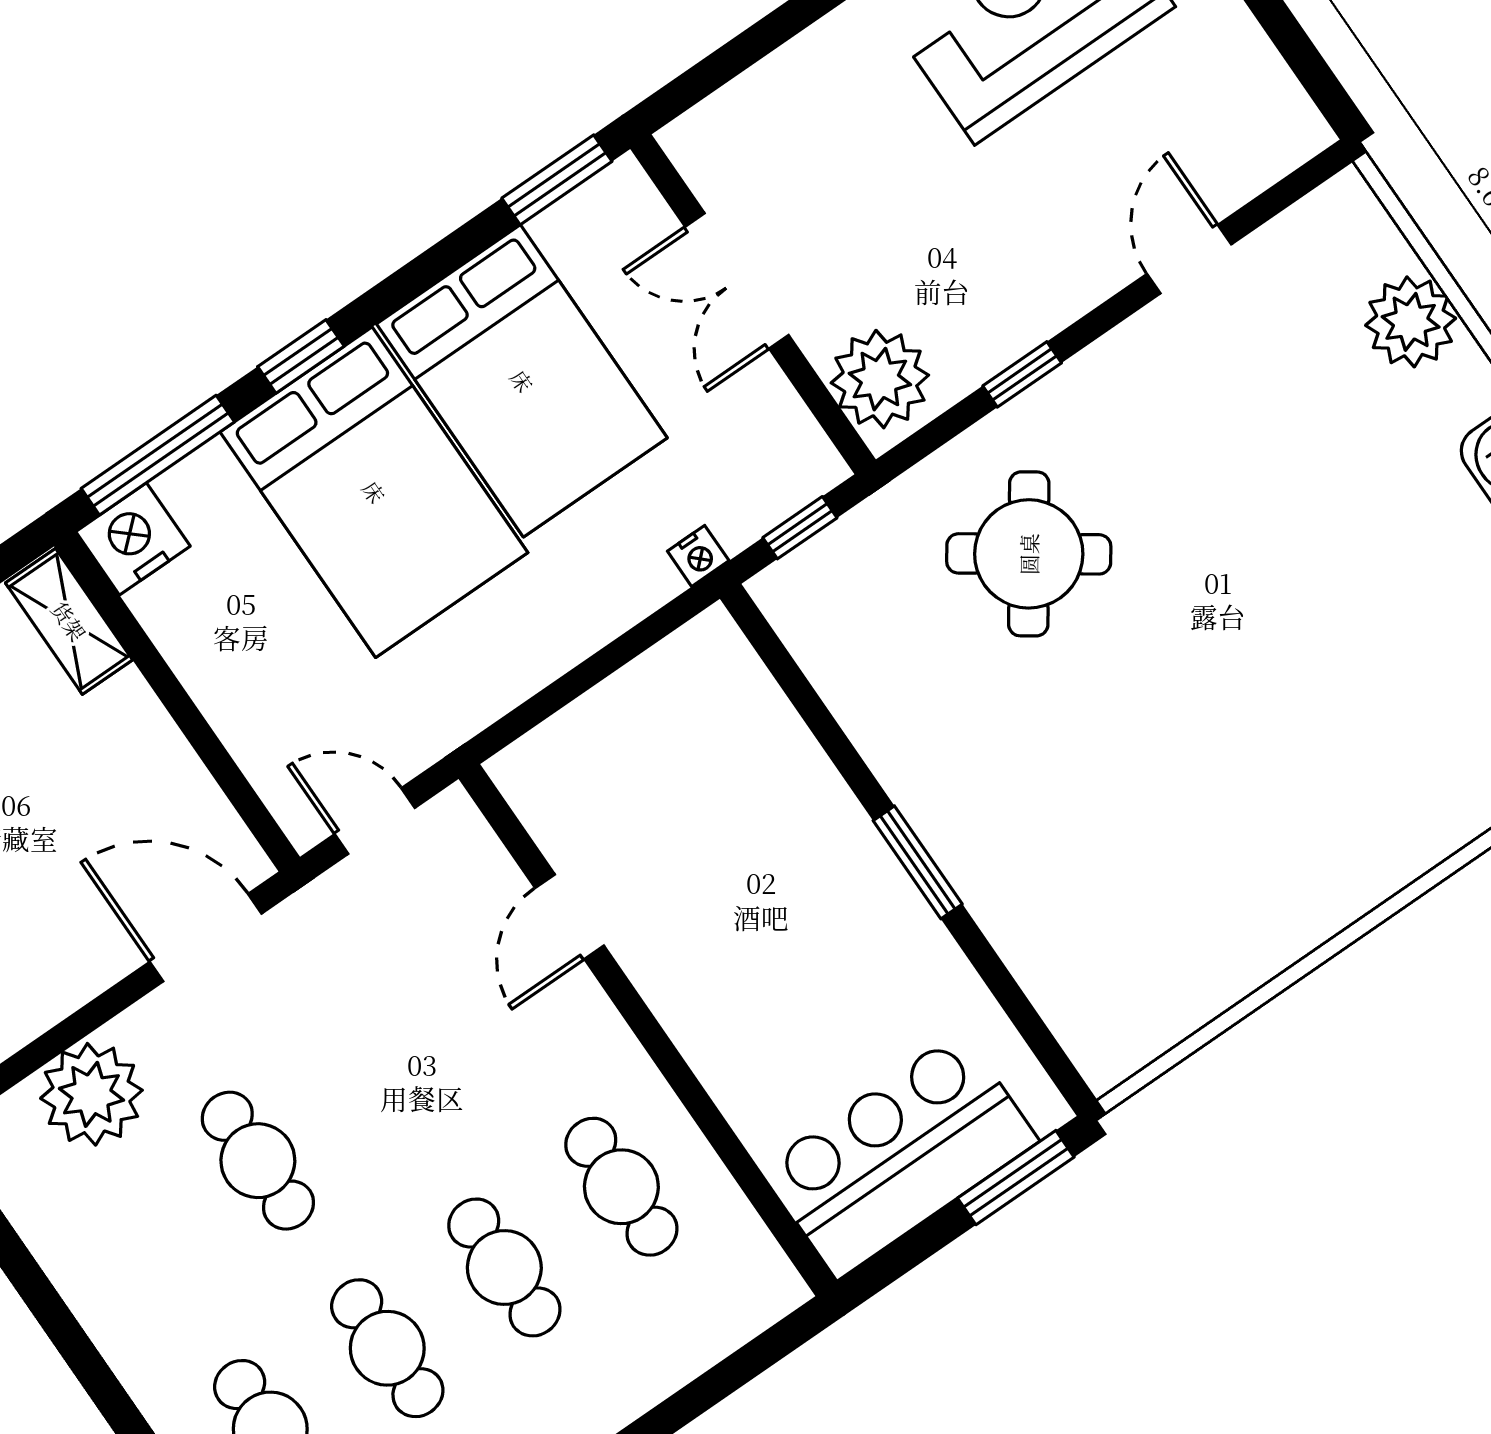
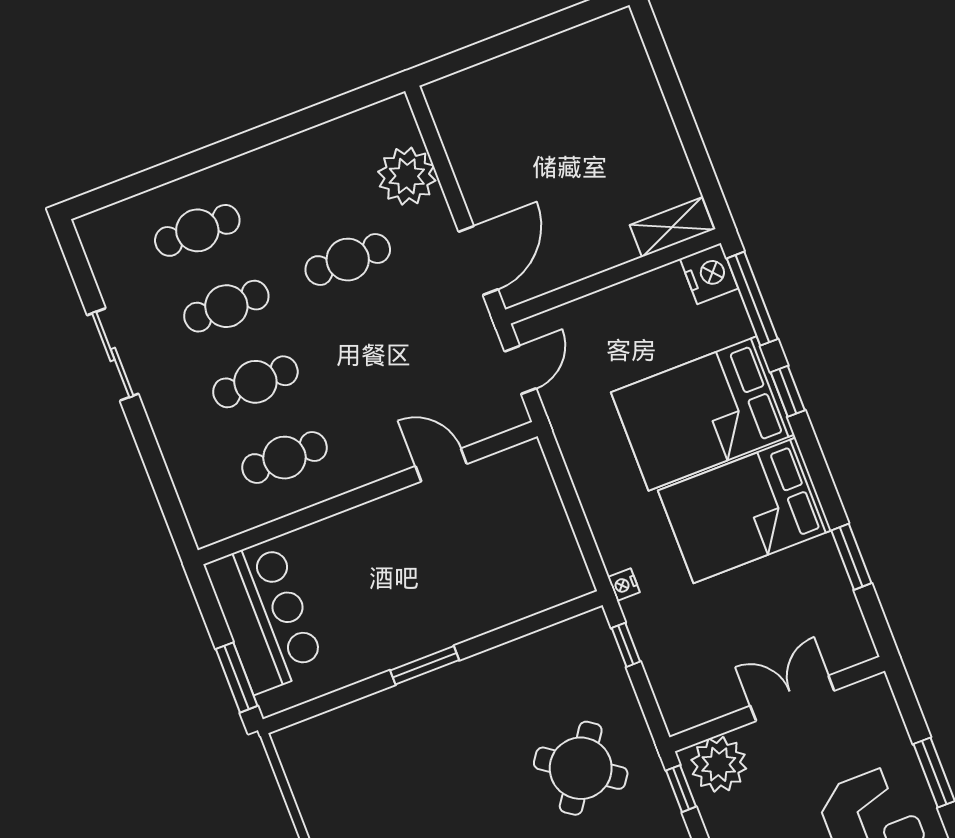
double door: (737, 281) -> (792, 698), moved
wall: (753, 304) -> (777, 704), moved
plant: (880, 379) -> (719, 764), moved

